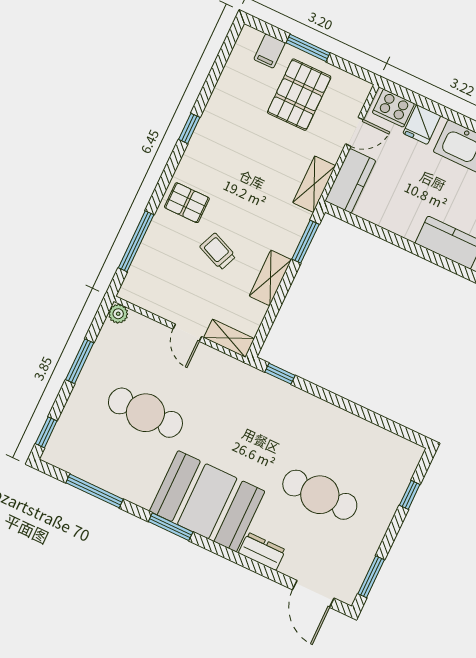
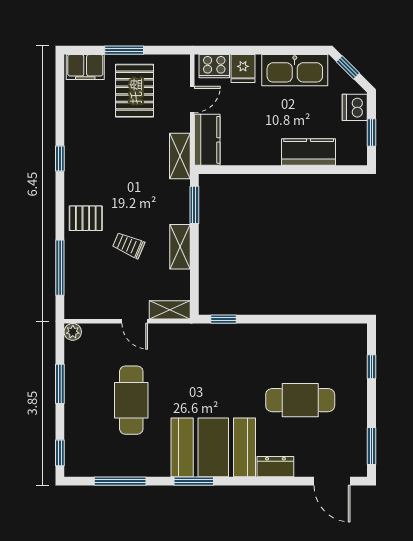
filing cabinet: (269, 51) -> (85, 67), width x2.00
cafe table: (145, 413) -> (131, 400), turned 90

